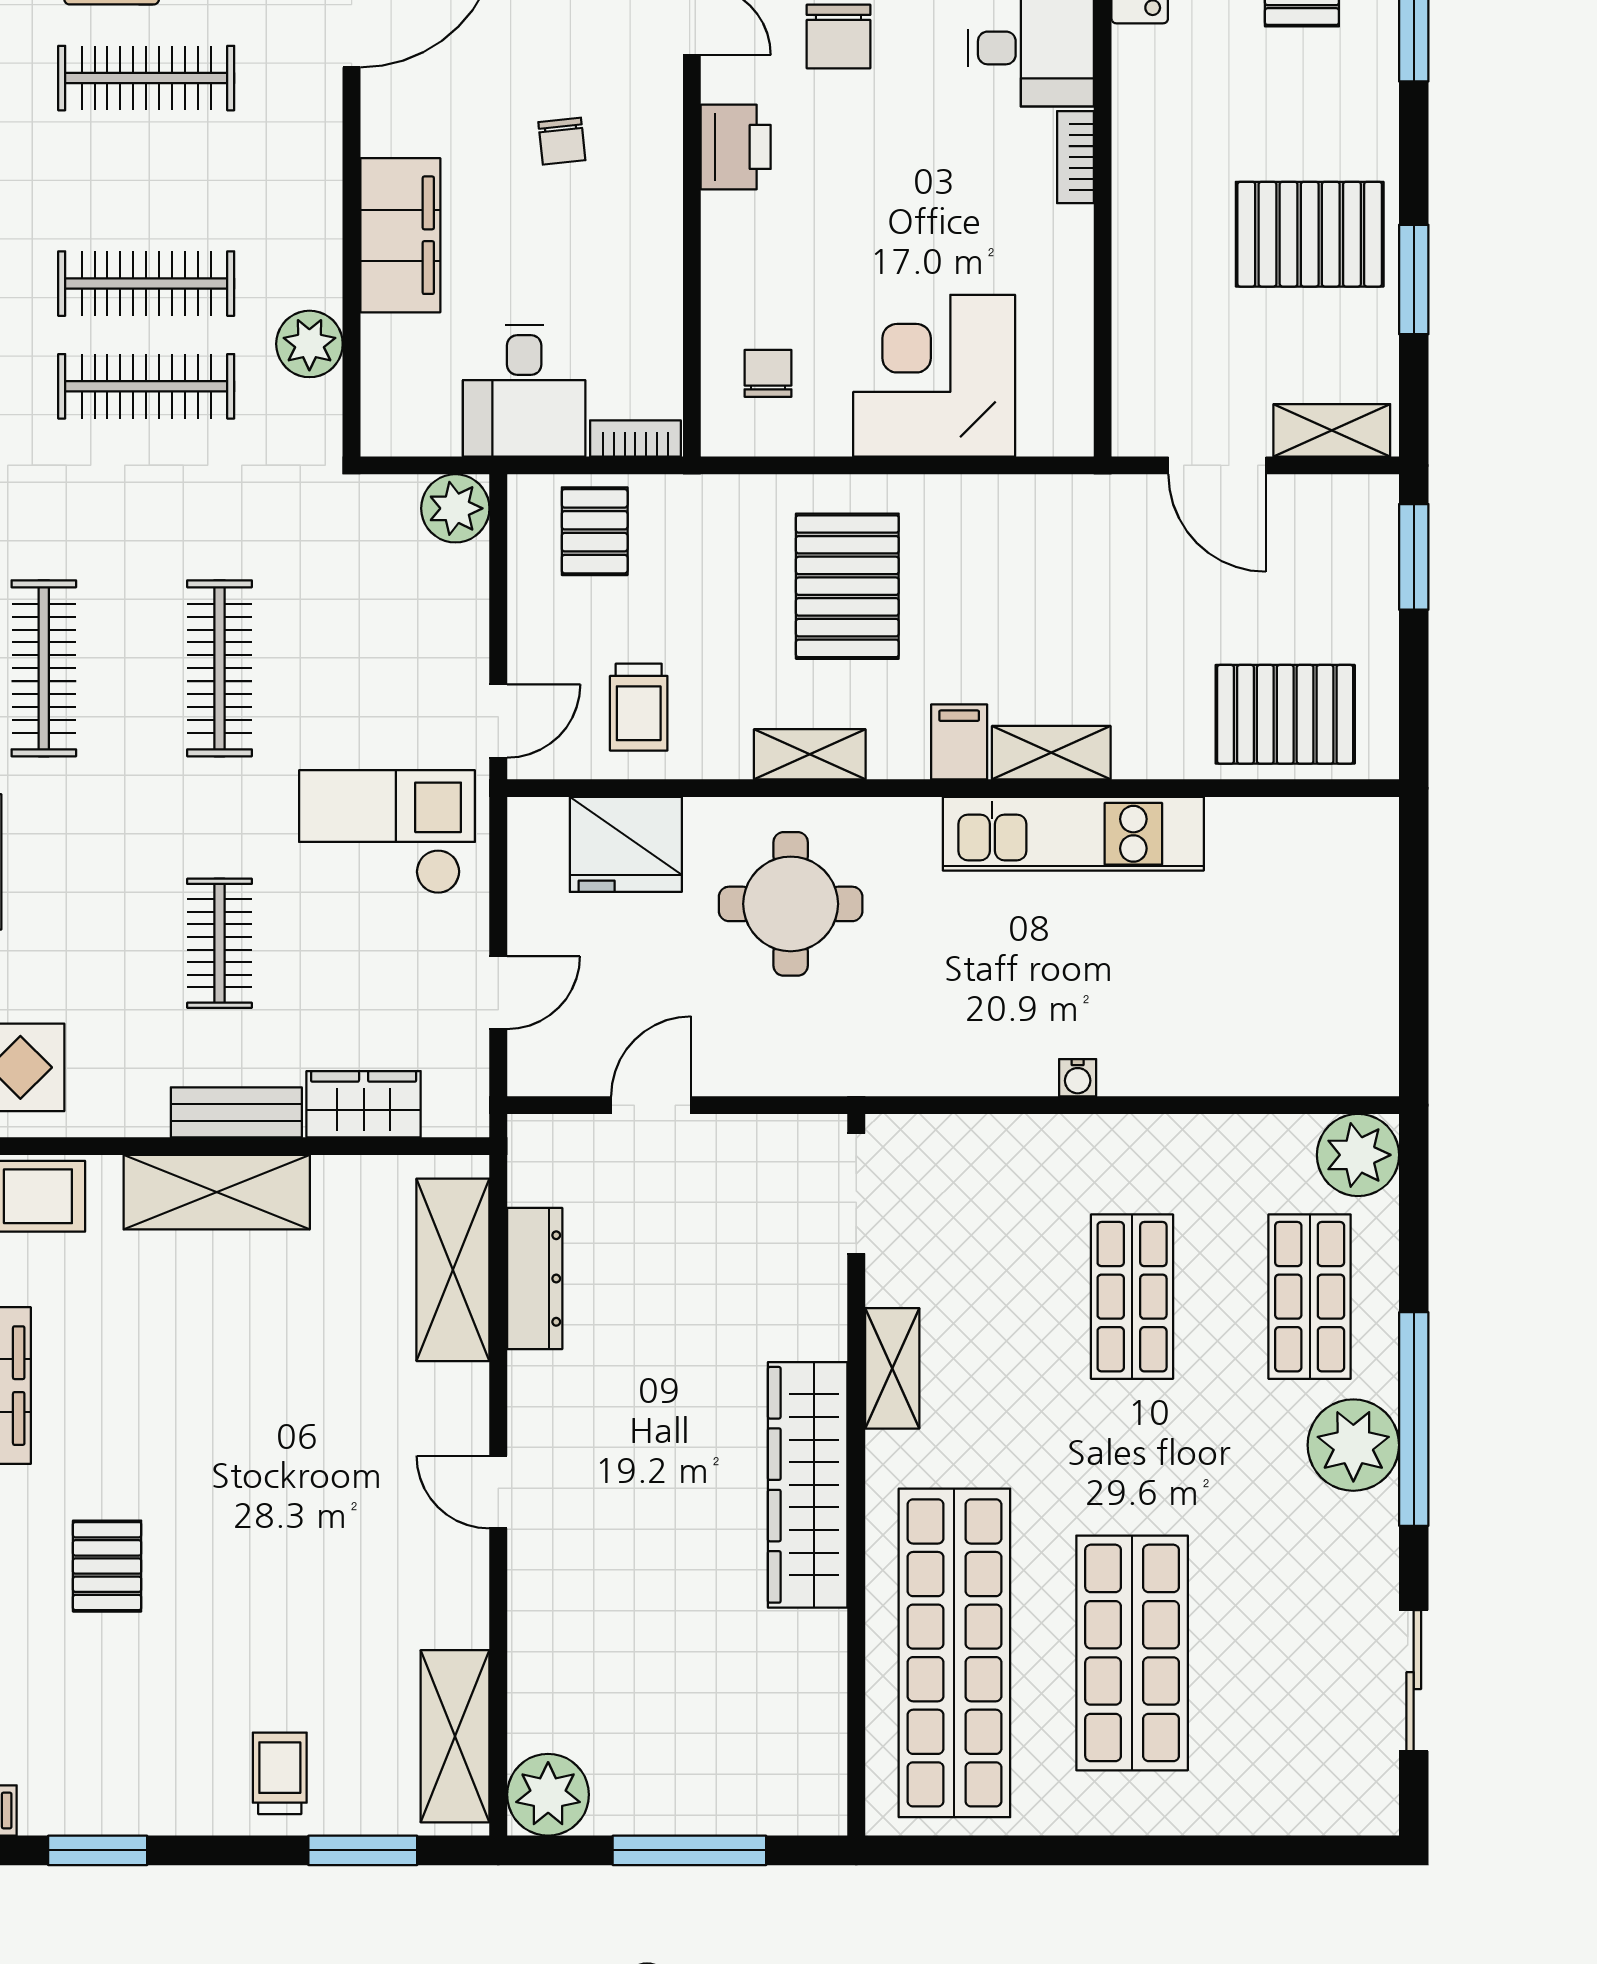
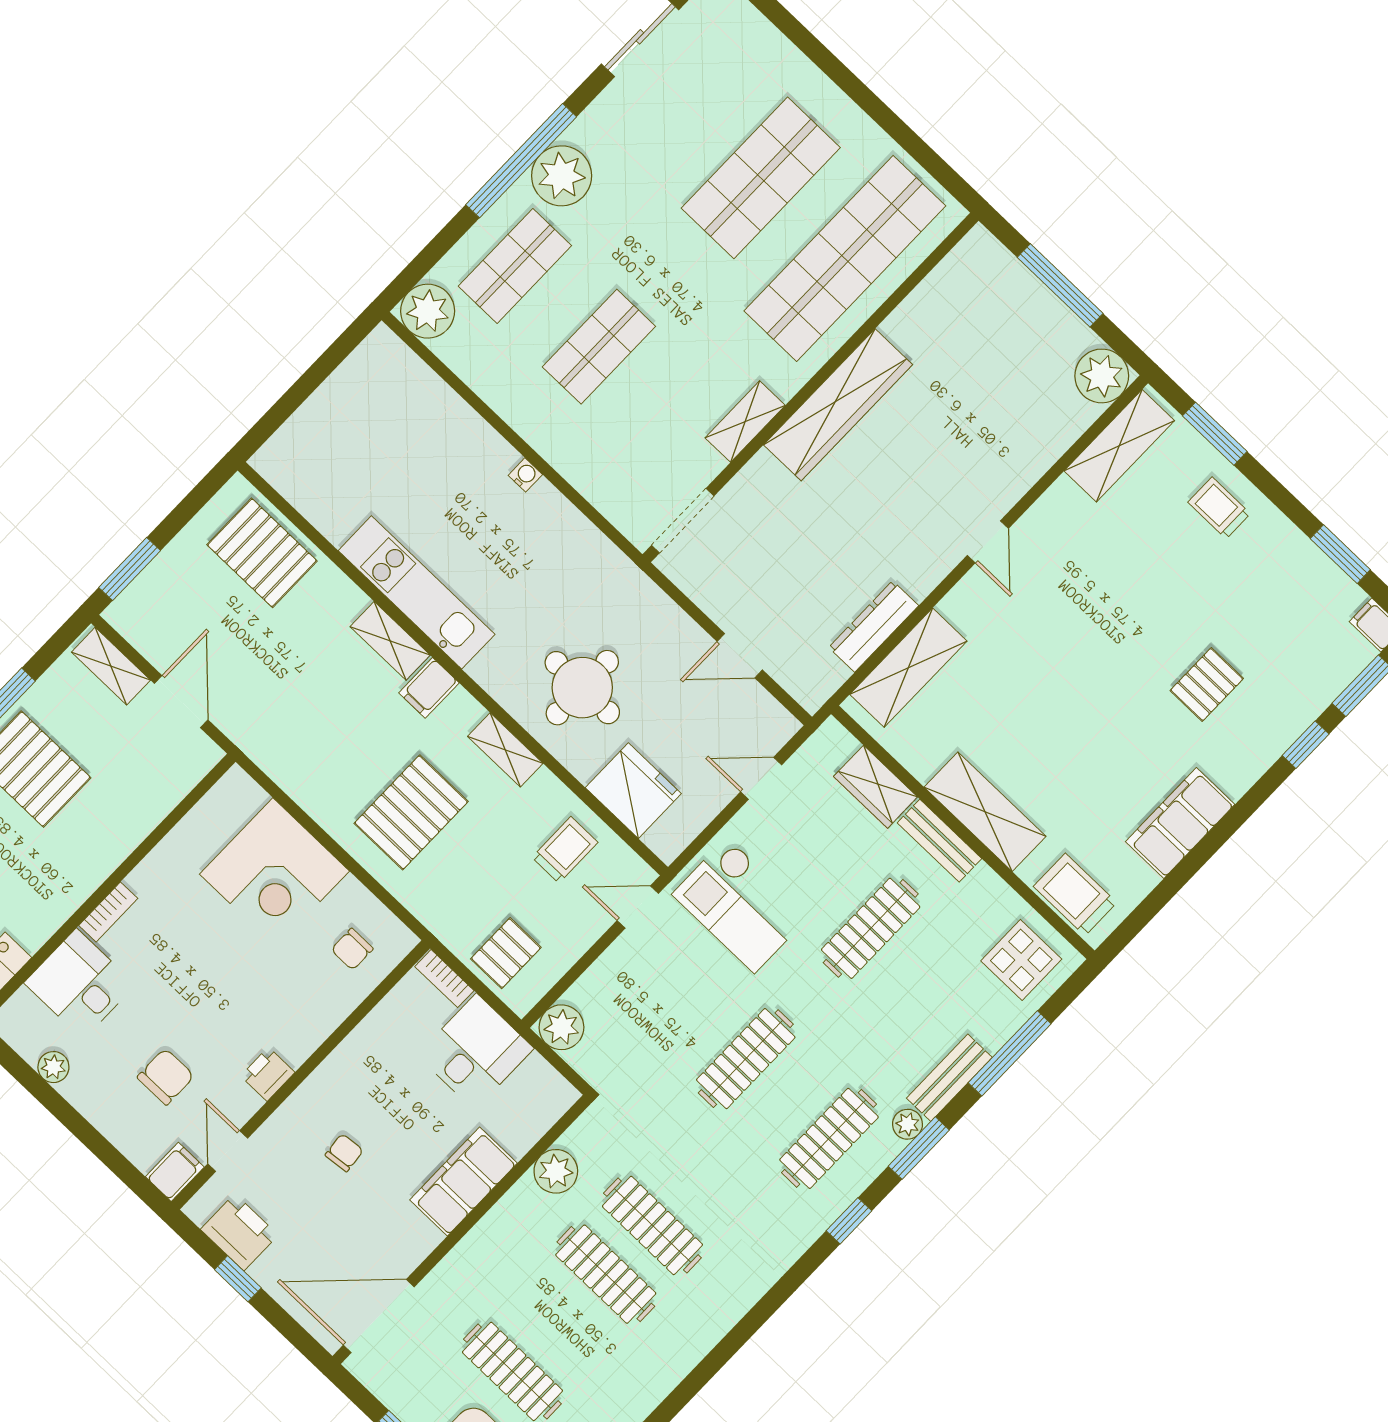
printer: (736, 147) -> (268, 1074), width x0.73, depth x0.81
clothes rail: (220, 943) -> (871, 928), width x1.36
trolley: (280, 1773) -> (1219, 508), turned 90

